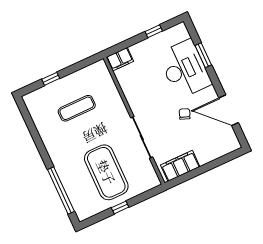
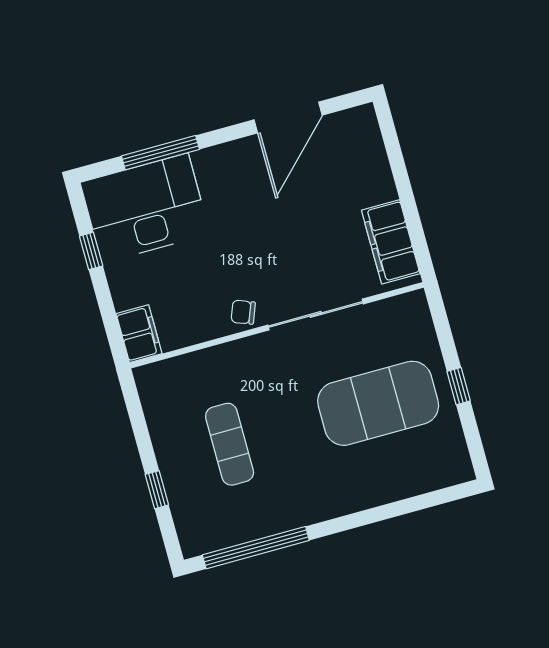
window: (203, 55) -> (160, 153), width x1.44
desk: (185, 69) -> (145, 208), moved
chair: (185, 114) -> (243, 312), moved
window: (61, 191) -> (256, 548), moved

